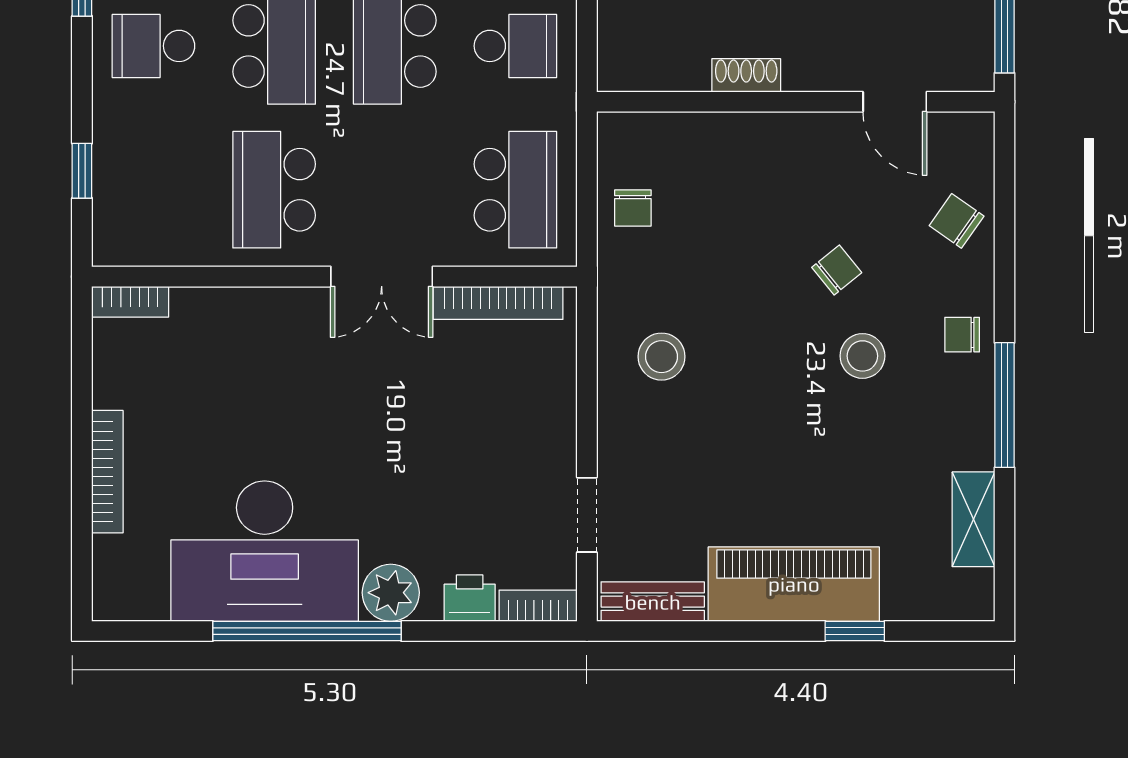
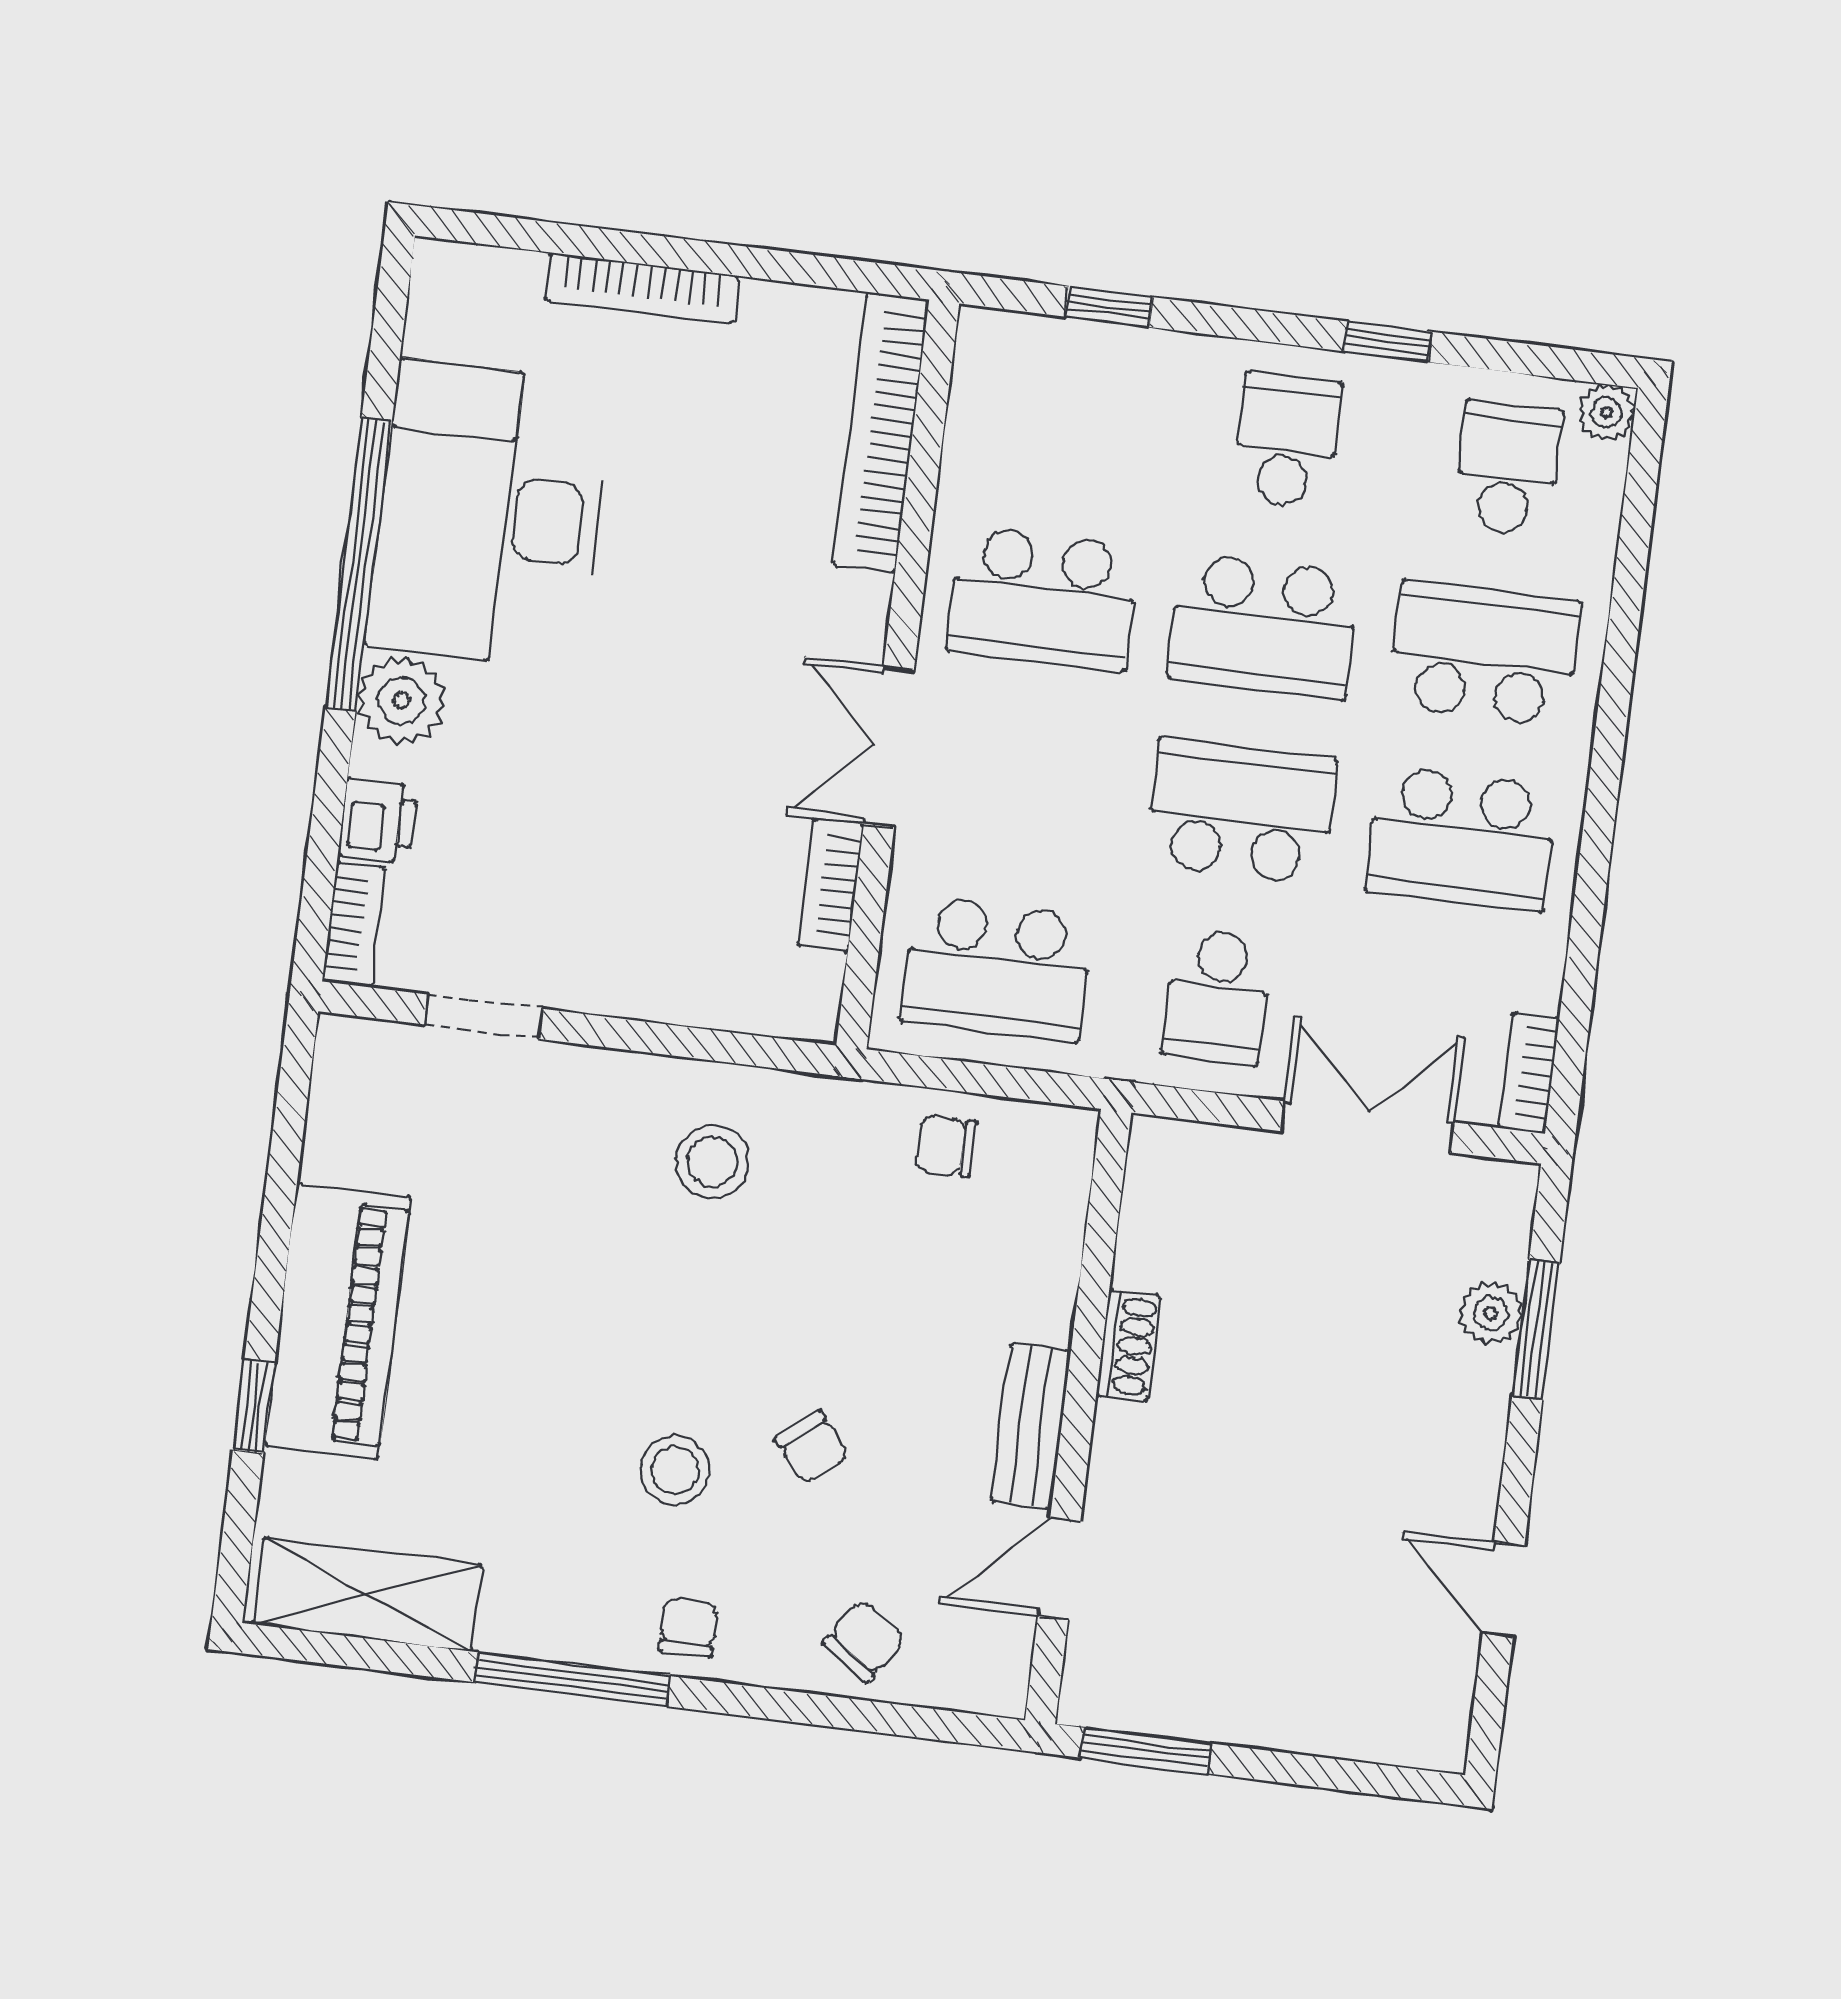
school desk: (274, 190) -> (1043, 598), turned 180
bookcase: (130, 302) -> (881, 433), width x2.31, depth x1.31
bookcase: (498, 303) -> (831, 885), width x0.64
shelving: (973, 519) -> (368, 1594), width x1.50, depth x1.33
bench: (653, 602) -> (1031, 1426), moved

